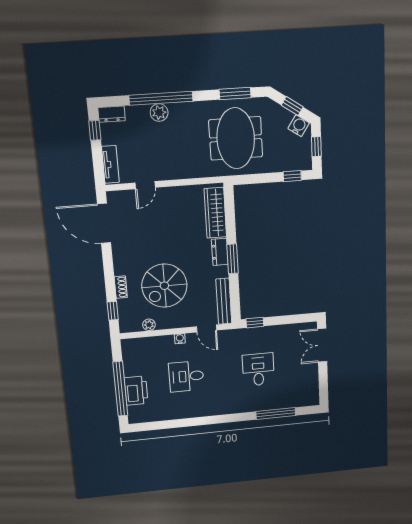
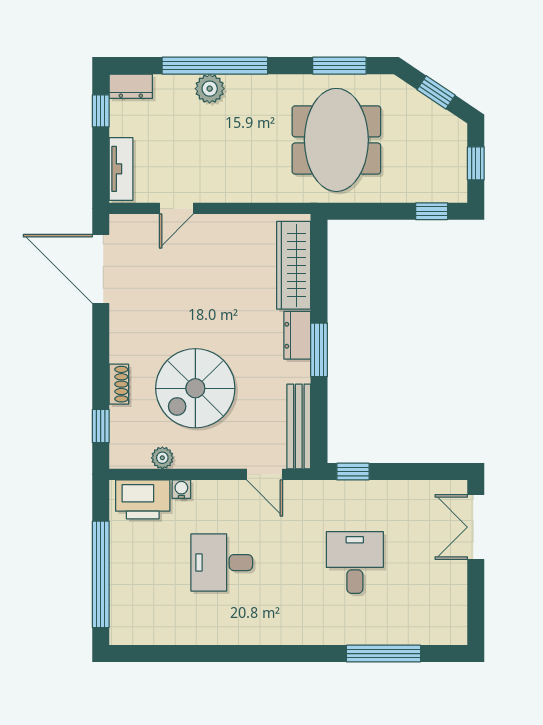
water cooler: (299, 126) -> (446, 126), removed
water cooler: (180, 339) -> (181, 489), moved
printer: (136, 391) -> (143, 499), moved, turned 90

